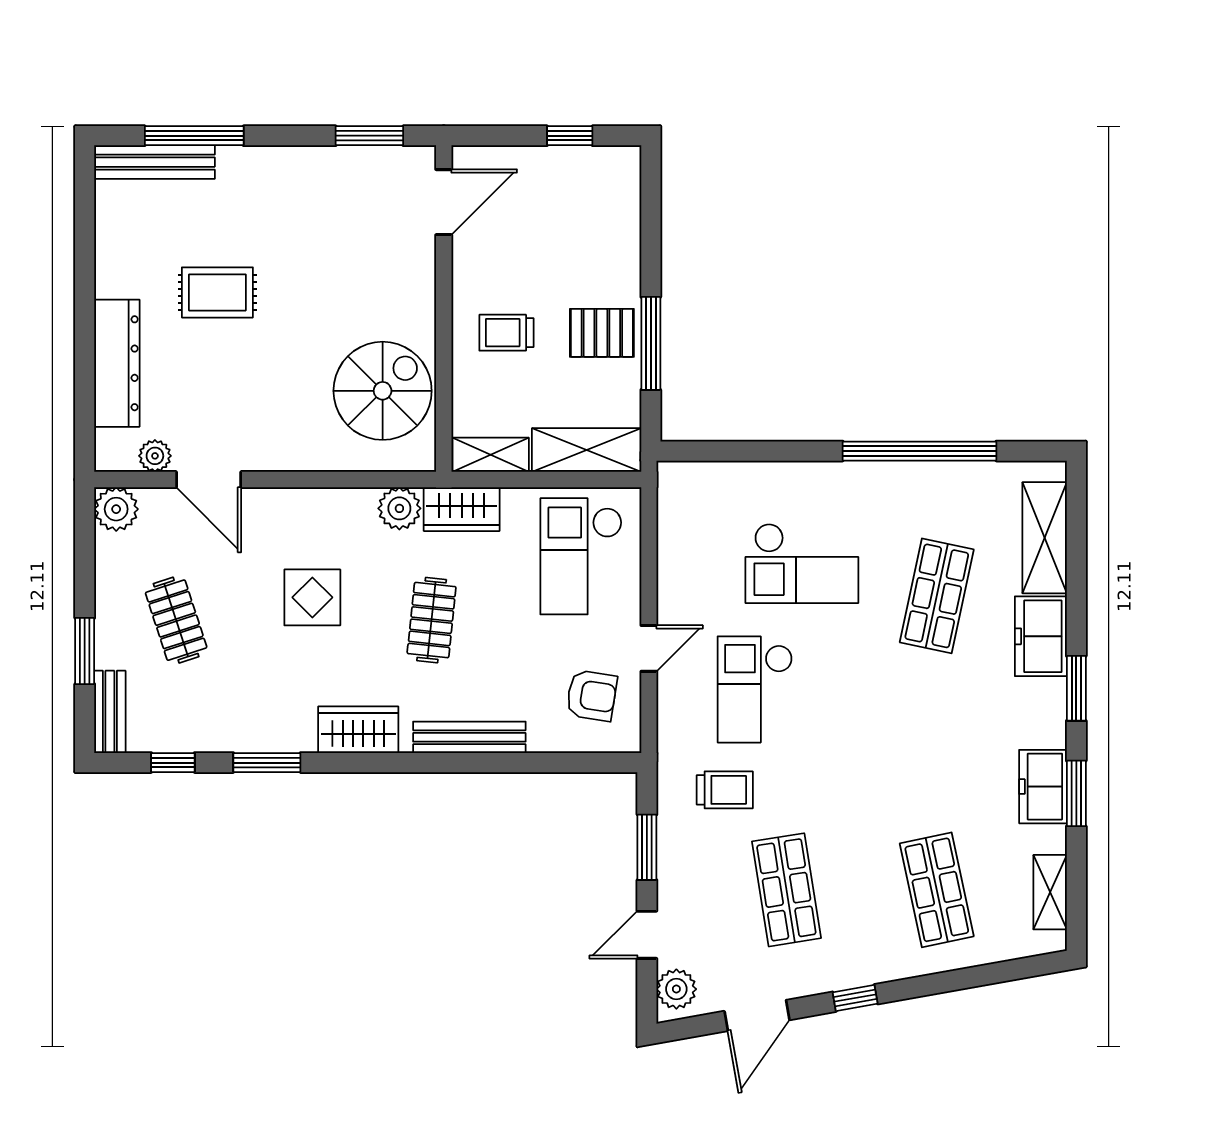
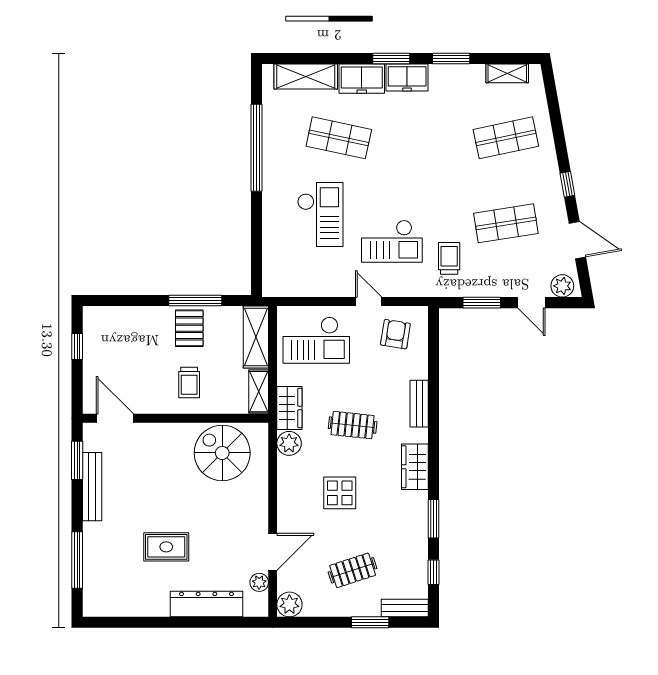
bench: (155, 162) -> (92, 487), moved
rug: (217, 292) -> (166, 547), turned 90
bench: (469, 737) -> (419, 404), width x0.73
freezer: (1043, 787) -> (407, 77), moved

